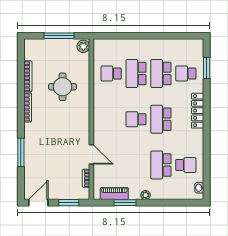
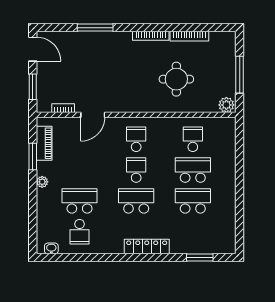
school desk: (186, 73) -> (136, 139), moved

